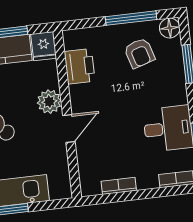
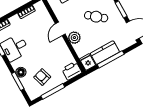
floor lamp: (170, 28) -> (21, 72), moved
printer: (80, 66) -> (72, 71), moved, turned 90

